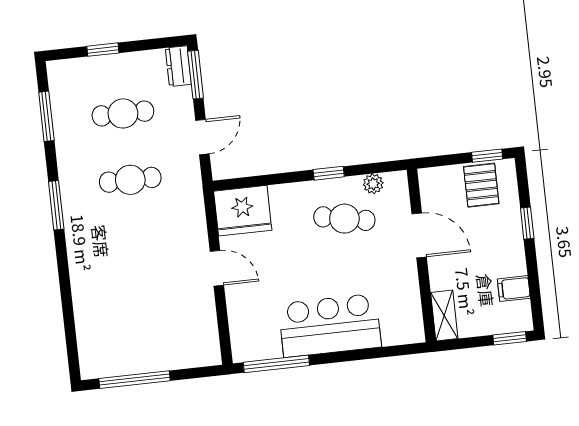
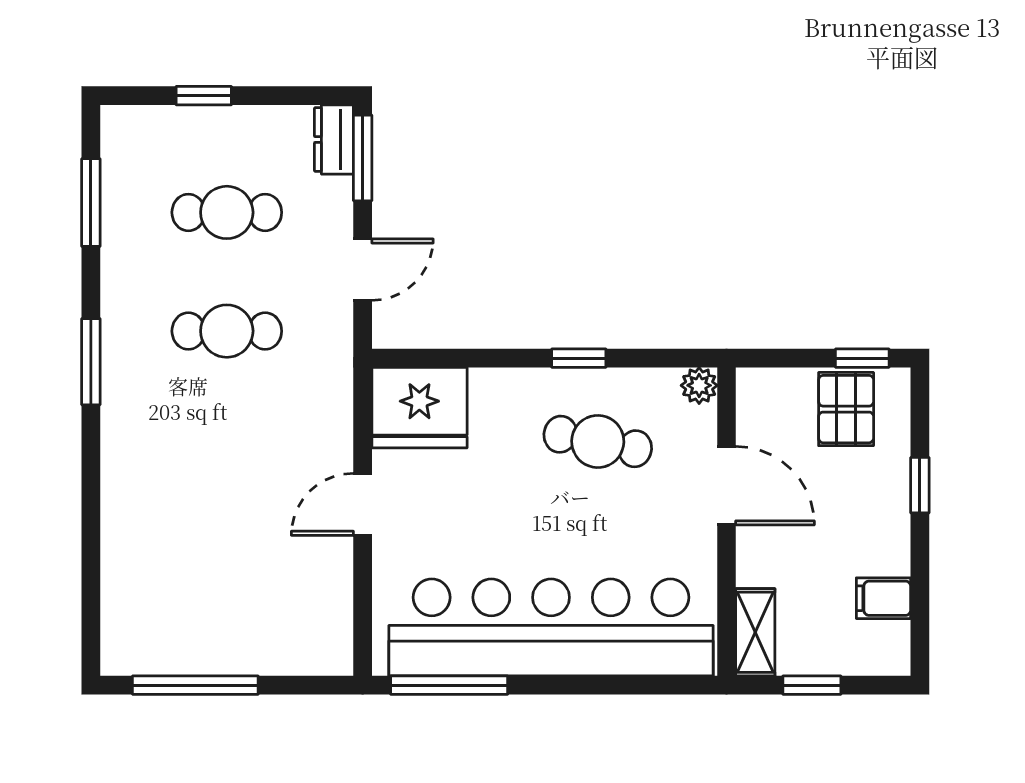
plant: (373, 184) -> (699, 385), moved
door: (217, 268) -> (363, 504), swing flipped
bar counter: (330, 325) -> (551, 627), width x1.86
window: (510, 338) -> (812, 685), moved

